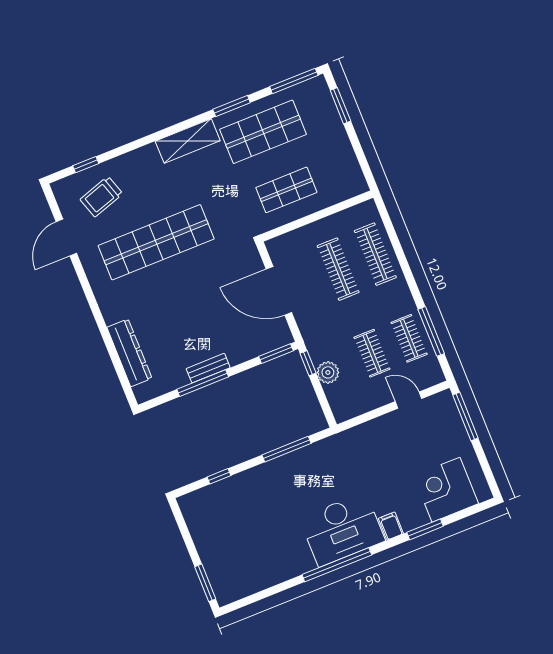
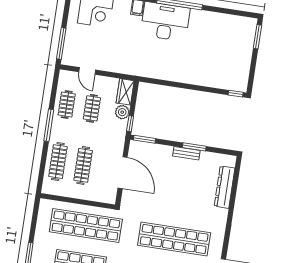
shop shelf: (286, 190) -> (86, 226), width x2.00, depth x1.36
window: (431, 331) -> (49, 125), moved
window: (203, 383) -> (194, 147), width x0.69
wardrobe: (340, 402) -> (125, 92), added
window: (287, 449) -> (170, 84), removed
window: (219, 476) -> (236, 94), moved

